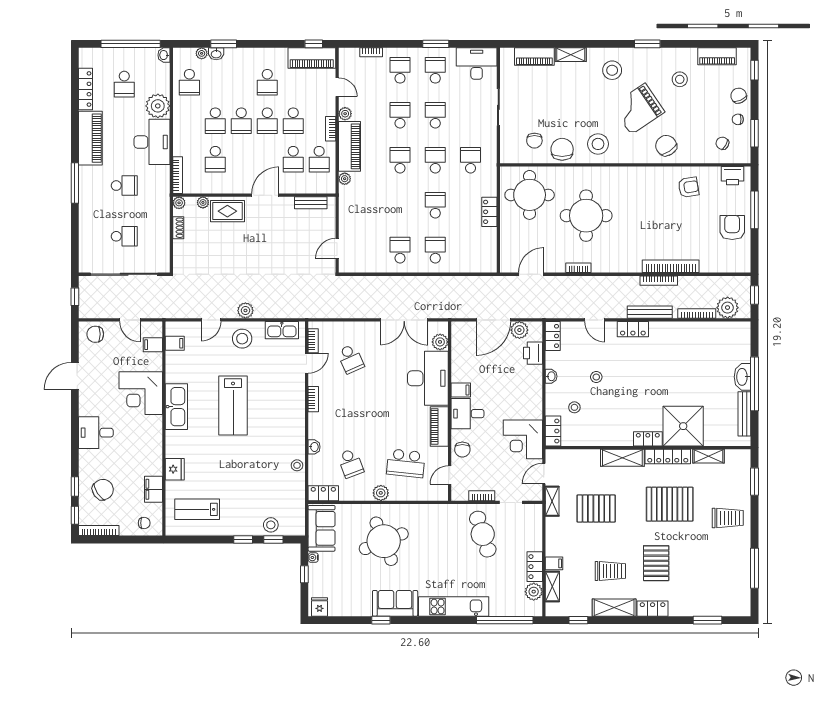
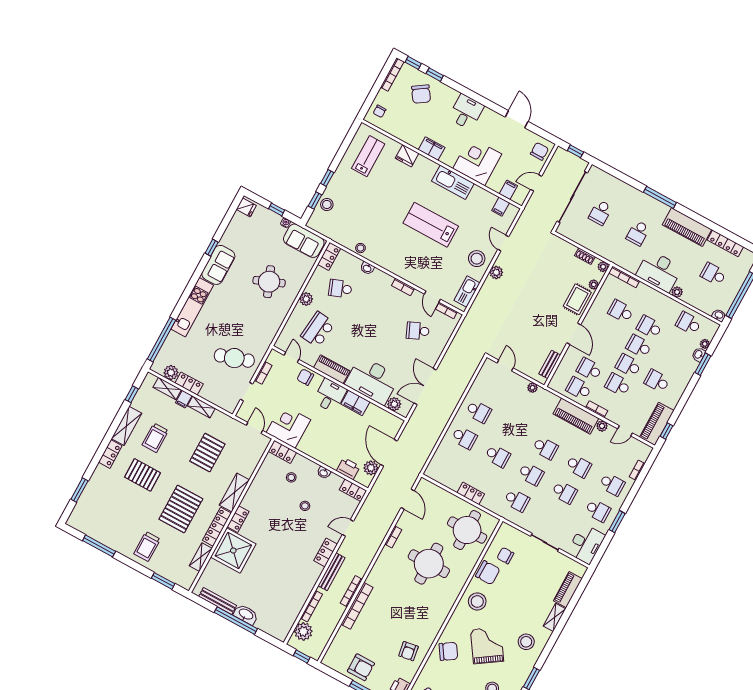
plant: (158, 106) -> (677, 292), width x0.53, depth x0.53
plant: (345, 179) -> (532, 388), moved
filing cabinet: (461, 390) -> (355, 403), width x2.00
filing cabinet: (153, 489) -> (432, 149), moved
shelving: (552, 501) -> (201, 407), moved
round table: (384, 541) -> (269, 282), width x0.73, depth x0.73

